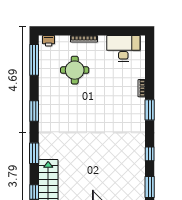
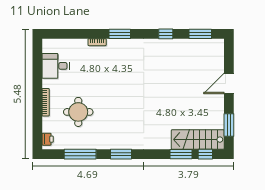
desk: (123, 48) -> (56, 66), width x0.73
window: (34, 60) -> (80, 154), moved
window: (34, 153) -> (181, 154), moved

